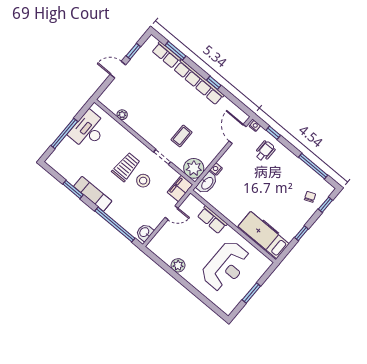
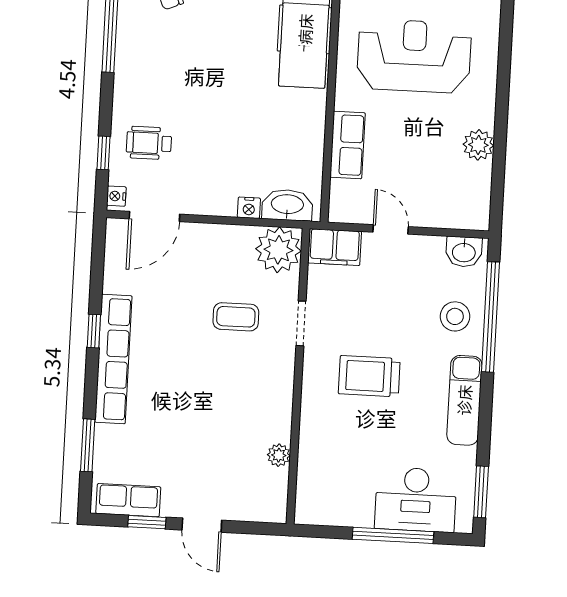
row of seats: (166, 55) -> (128, 500), moved, turned -90
desk: (88, 130) -> (416, 500), moved
stool: (143, 181) -> (455, 316), moved
window: (73, 189) -> (481, 492), moved

